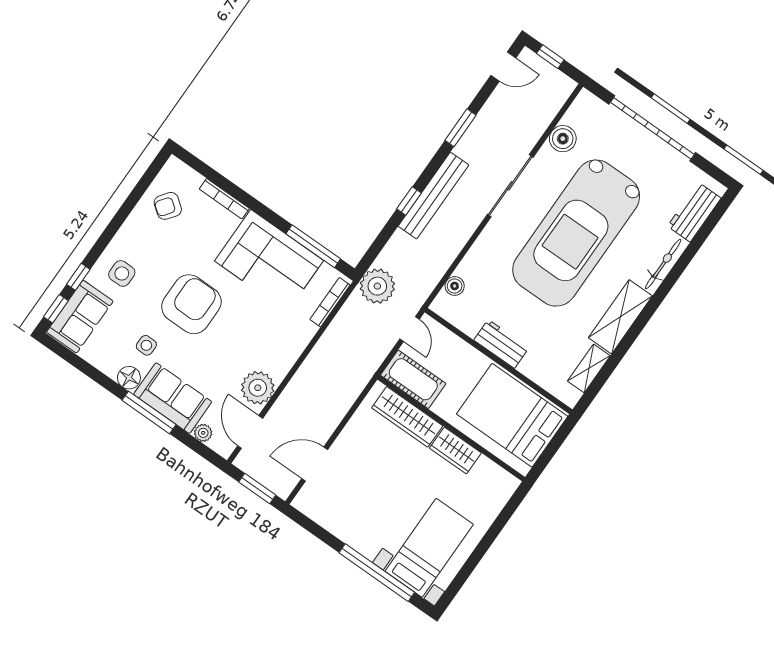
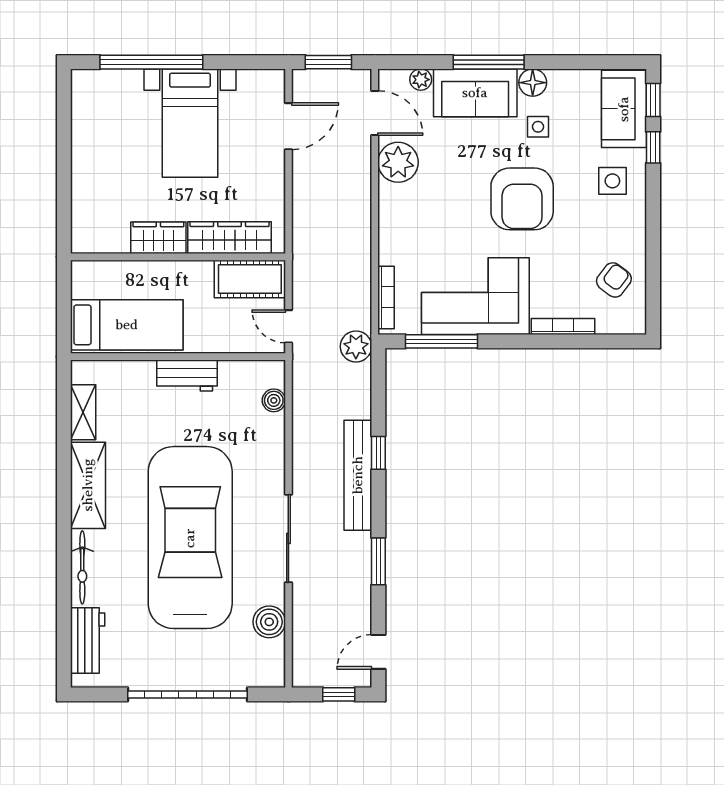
plant: (377, 286) -> (356, 346), width x0.73, depth x0.73
bed: (512, 415) -> (127, 325), width x0.67
bed with nightstands: (429, 548) -> (190, 123), moved

